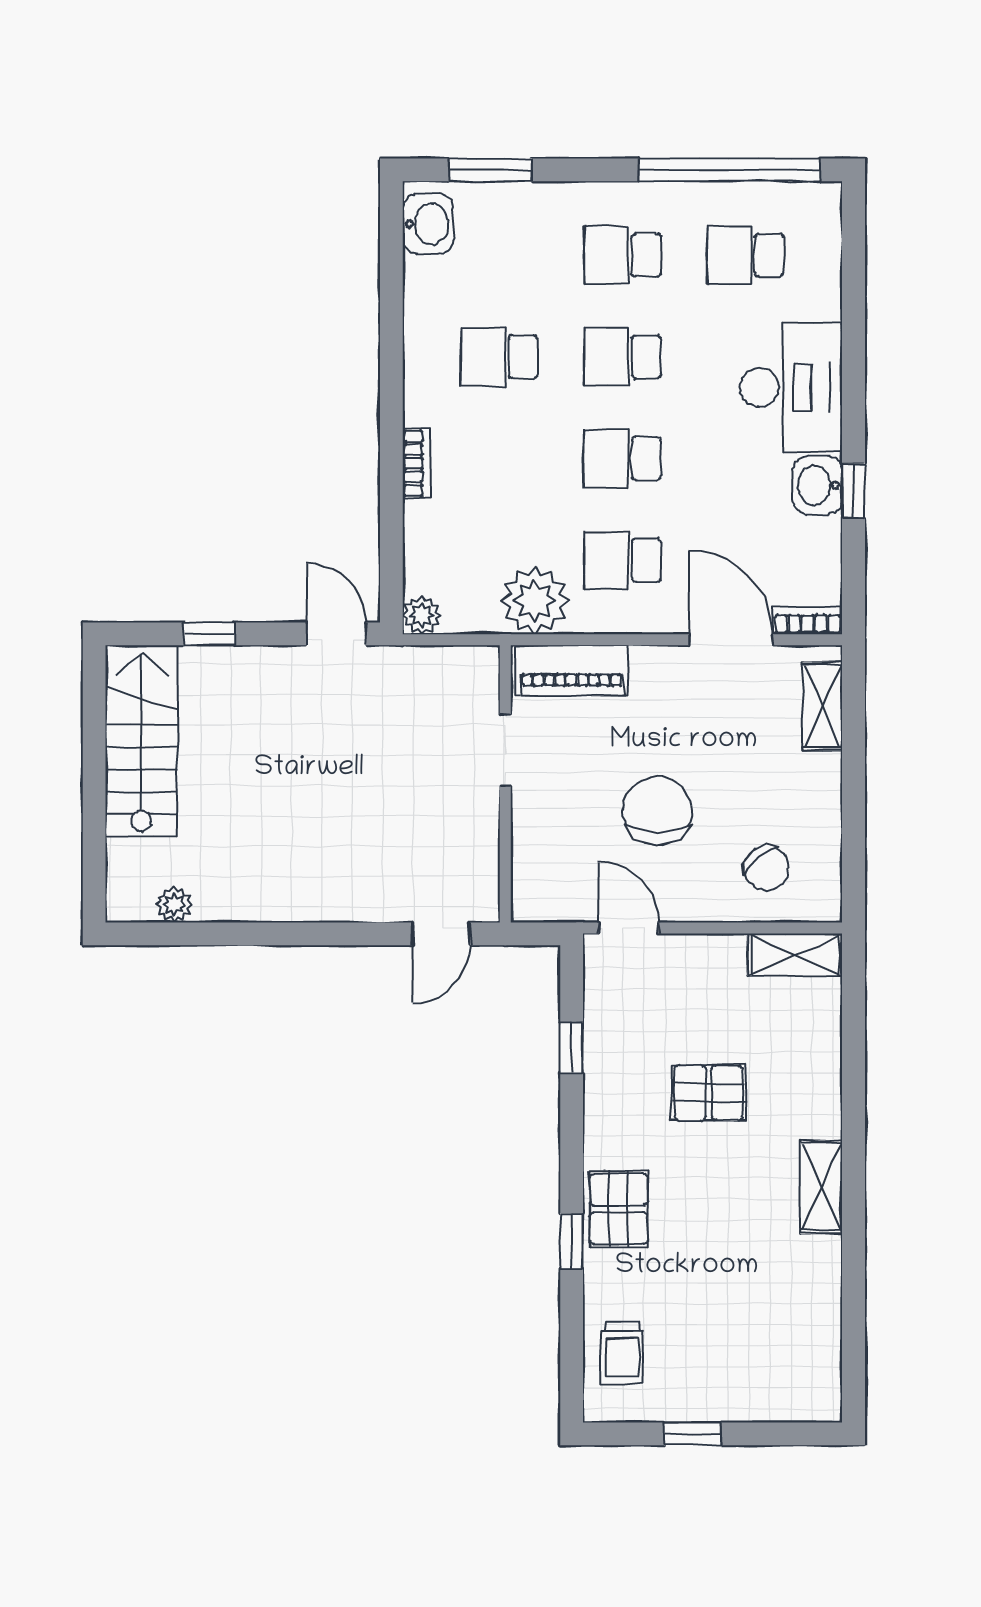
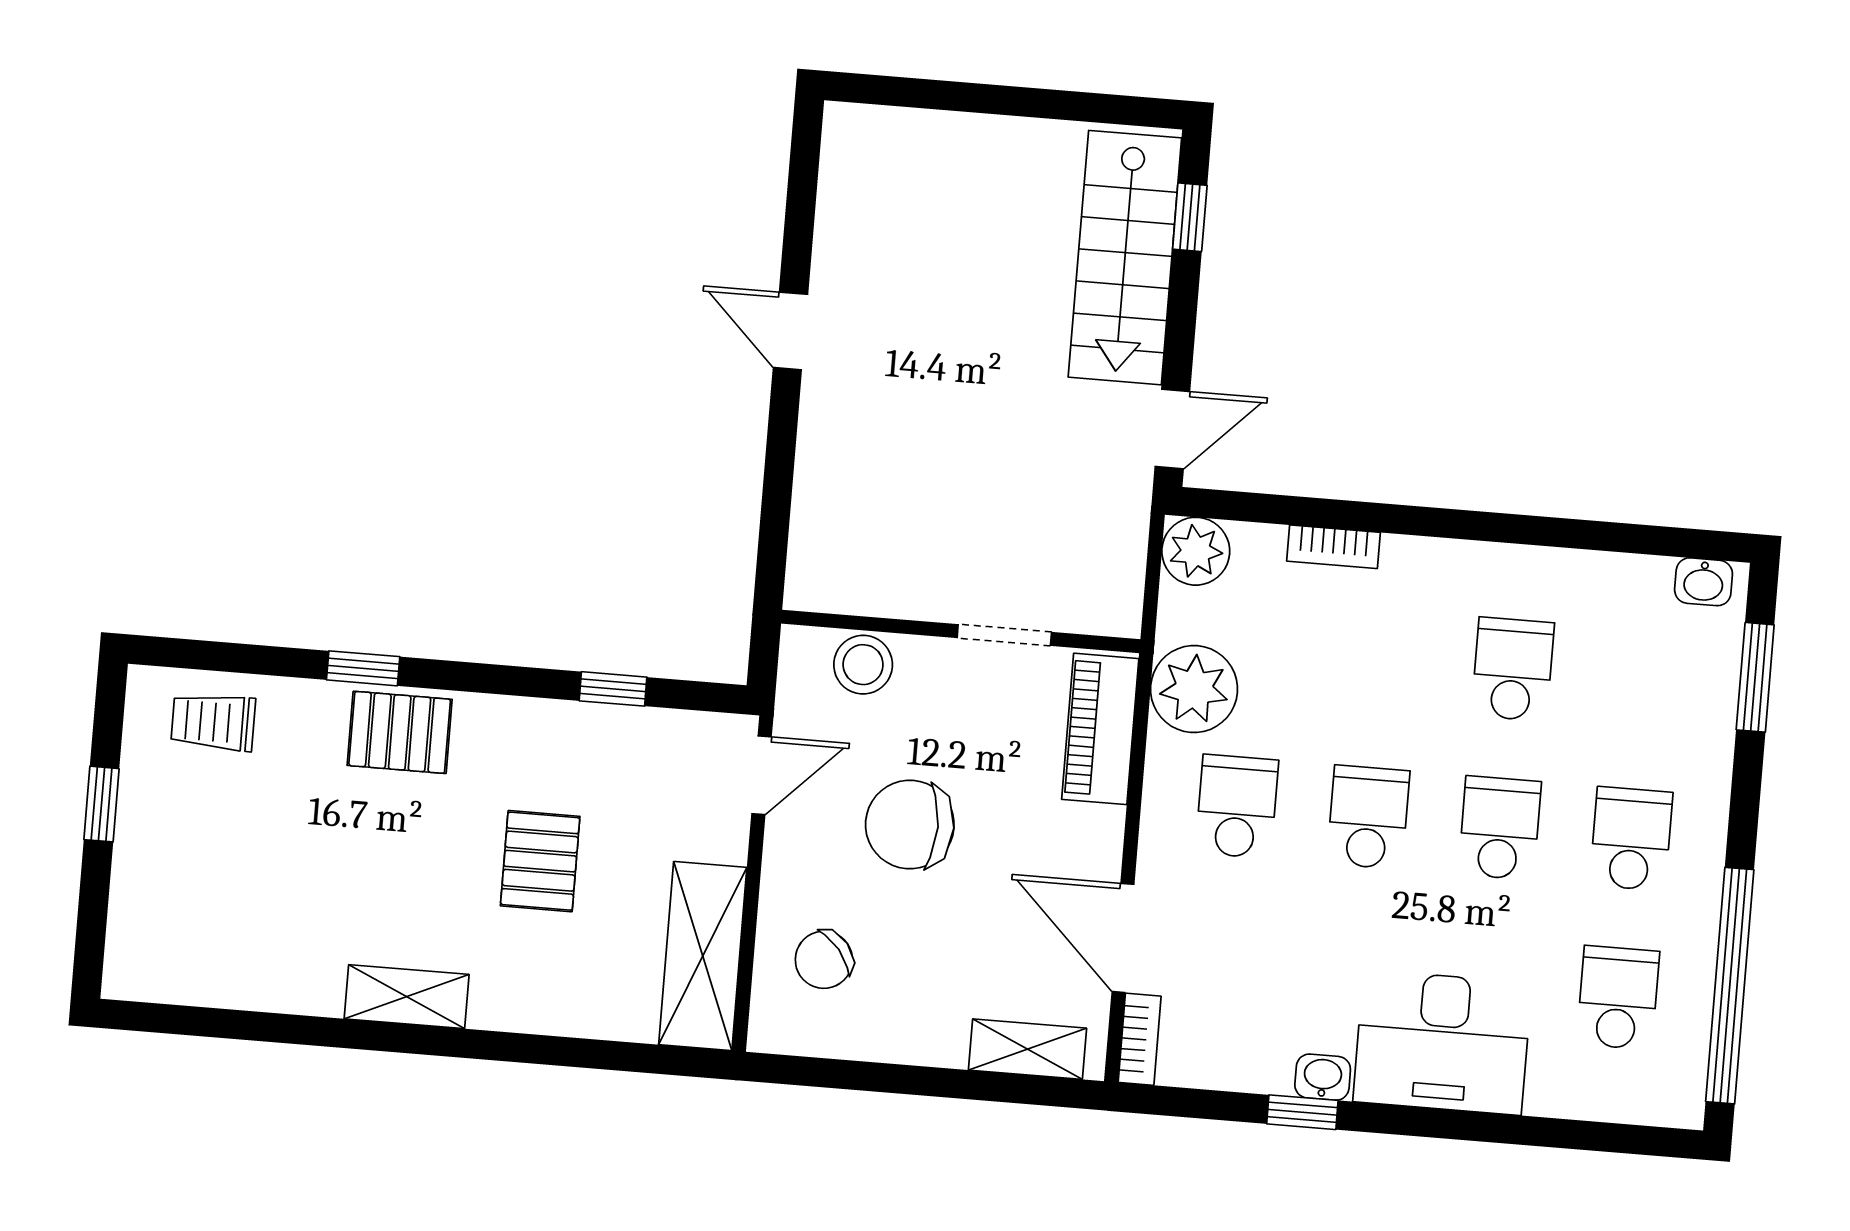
washbasin: (428, 224) -> (1704, 582), width x0.72, depth x0.69
bookcase: (417, 463) -> (1333, 547), moved
washbasin: (818, 485) -> (1323, 1077), width x0.72, depth x0.69
plant: (422, 615) -> (1196, 551), width x1.38, depth x1.38
window: (209, 634) -> (1190, 217), moved
door: (731, 640) -> (1123, 938), swing flipped
stairs: (141, 741) -> (1125, 258), moved, turned 90
chair: (657, 811) -> (910, 825), turned 180
stool: (537, 857) -> (863, 665), added
plant: (174, 905) -> (840, 191), removed
door: (441, 934) -> (790, 331), moved
shelving: (795, 955) -> (703, 956), width x1.50, depth x1.33

